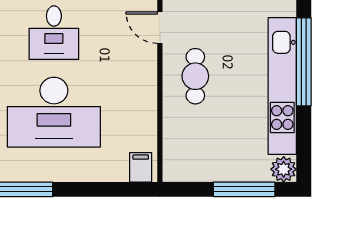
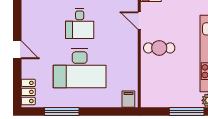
cafe table: (195, 76) -> (159, 48), turned 90

